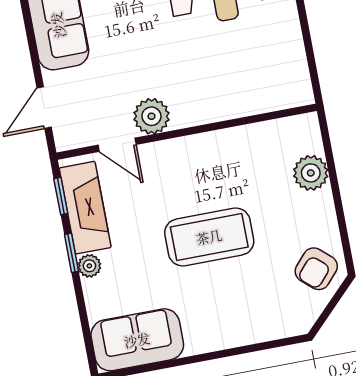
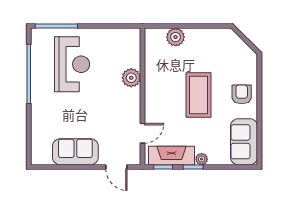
plant: (151, 116) -> (131, 78), moved
armchair: (316, 269) -> (242, 94), moved, turned -132

